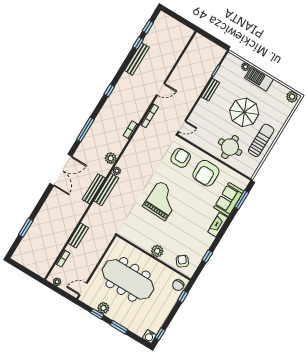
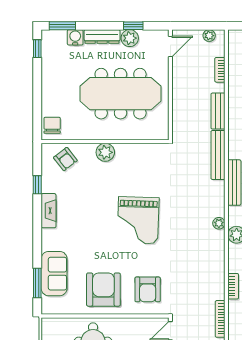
bench: (106, 189) -> (218, 155), moved
fireplace: (218, 225) -> (48, 211), moved
window: (183, 297) -> (37, 114), removed
dresser: (119, 319) -> (102, 37), added
window: (119, 327) -> (62, 26), moved
water cooler: (149, 337) -> (75, 37), moved

